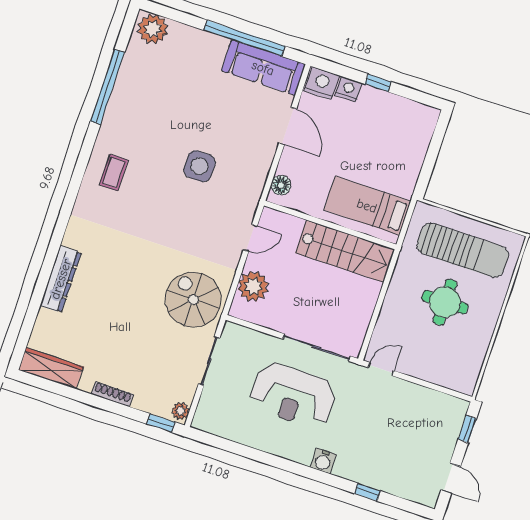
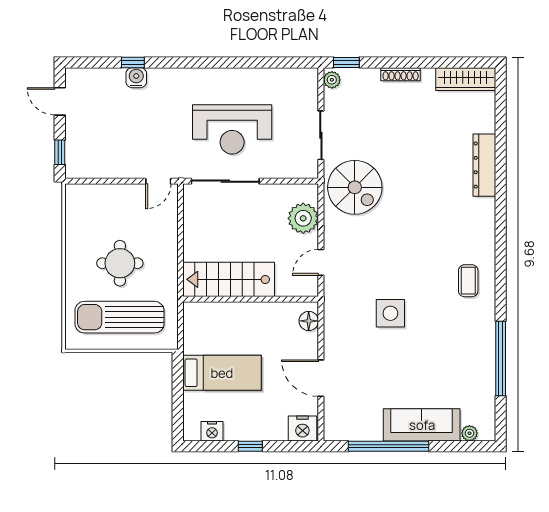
plant: (153, 29) -> (469, 433), width x0.53, depth x0.53
sofa: (263, 68) -> (422, 425), moved
nightstand: (348, 89) -> (212, 431), moved
bed: (367, 206) -> (222, 373), moved
reception desk: (293, 395) -> (232, 129), turned 180
water cooler: (323, 461) -> (136, 78), moved

